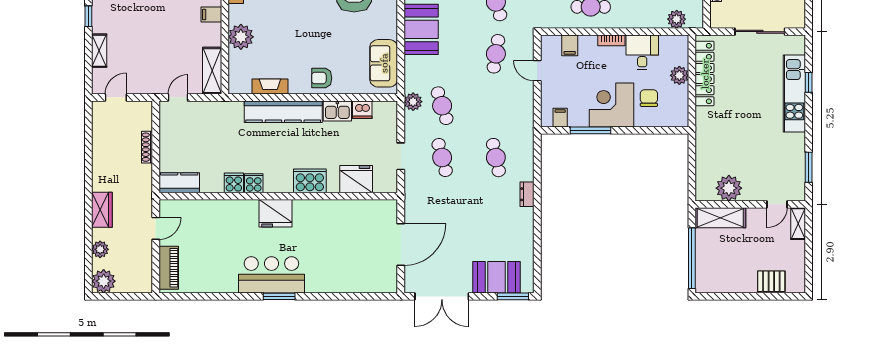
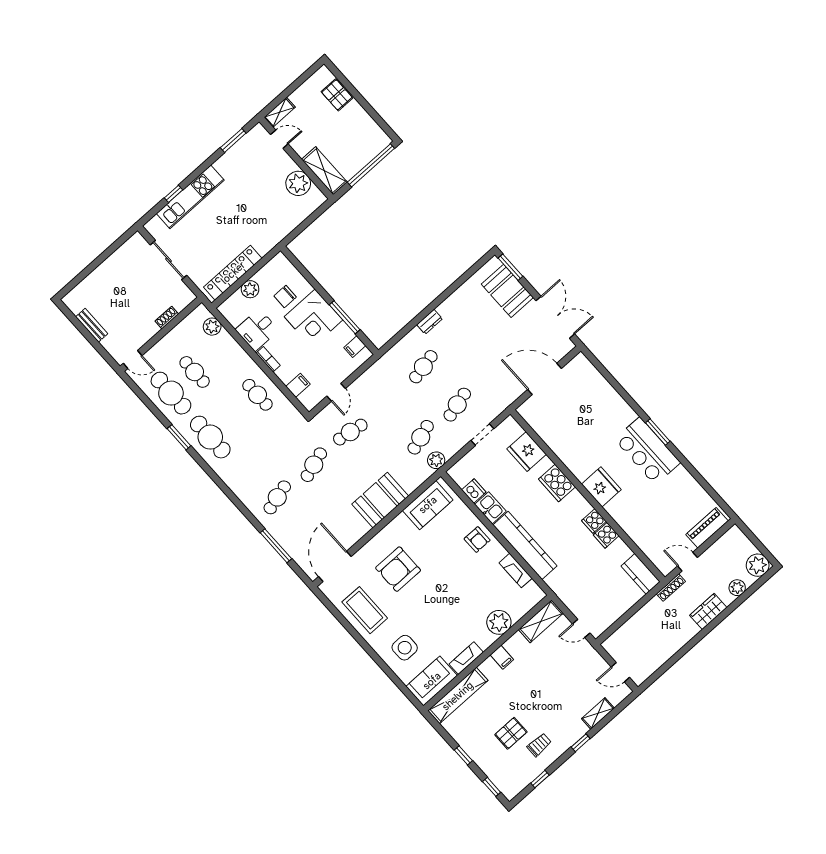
shoe rack: (147, 147) -> (671, 588), moved

